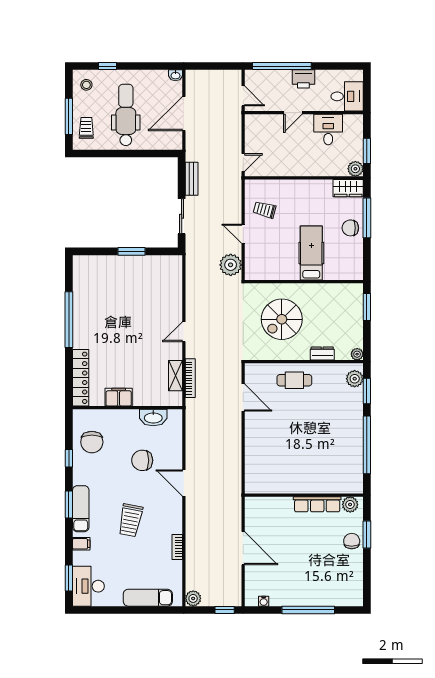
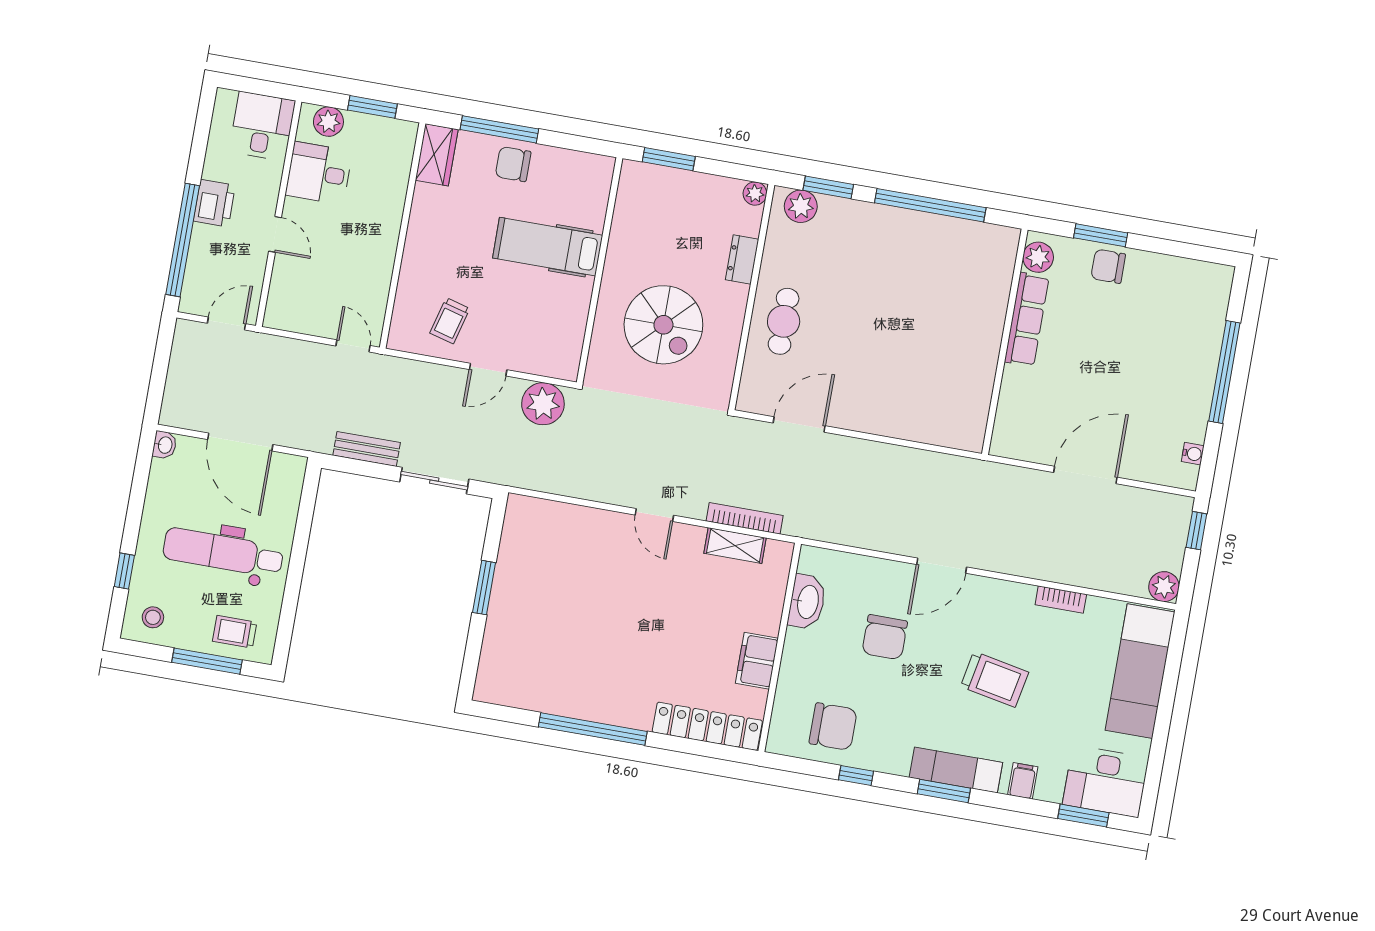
plant: (355, 169) -> (328, 122), moved
chair: (350, 228) -> (513, 164), turned 90
exam couch: (148, 598) -> (1140, 671), width x1.36, depth x1.45

